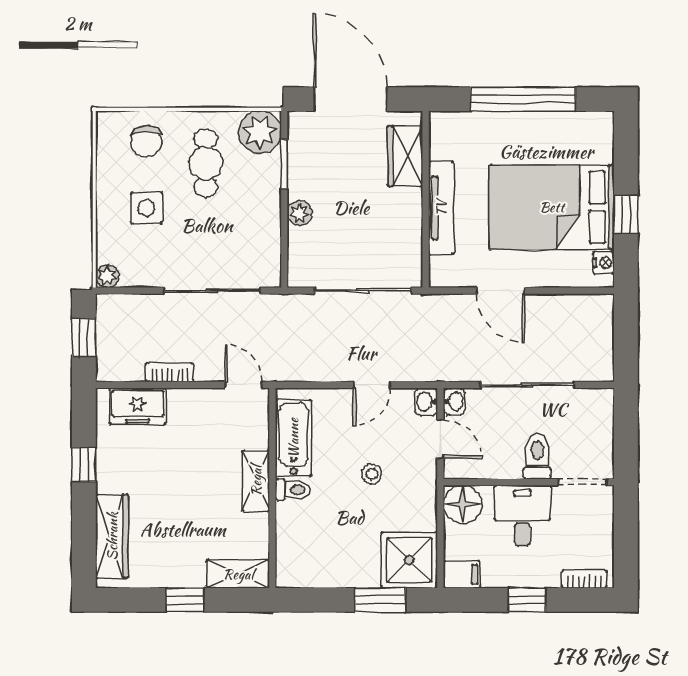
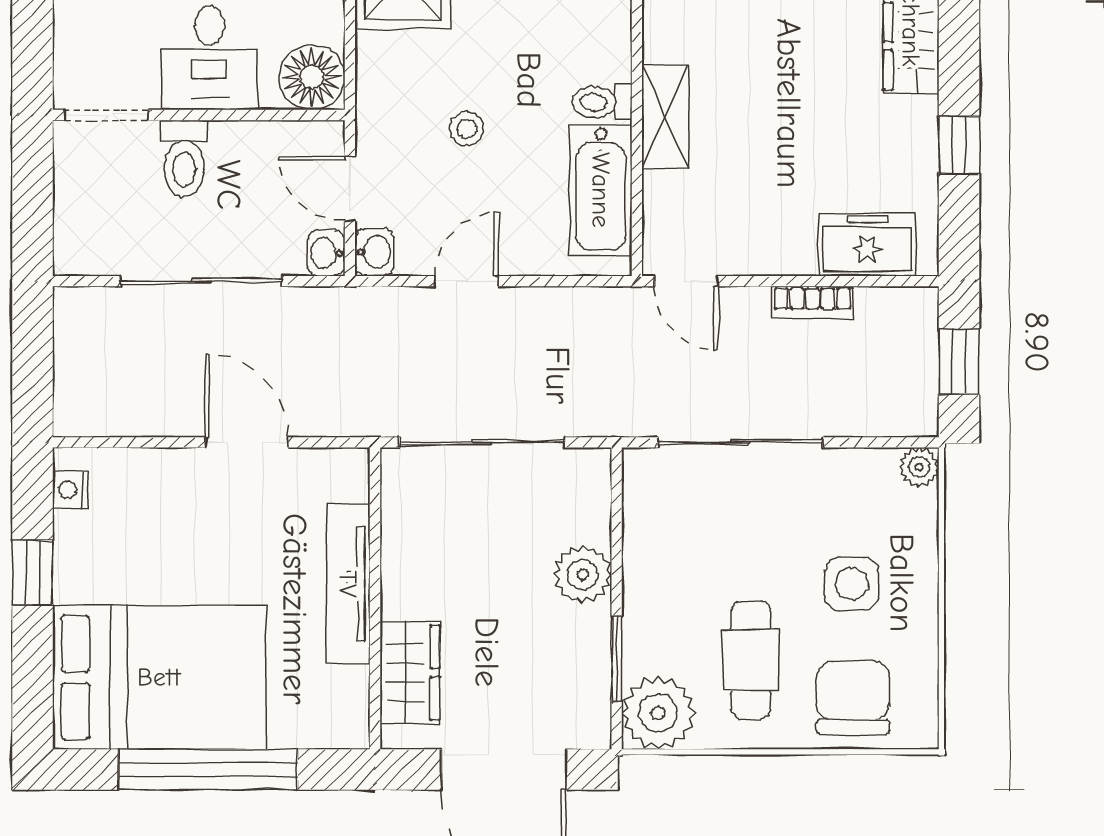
chair: (146, 141) -> (853, 697), width x1.37, depth x1.37
bed: (552, 207) -> (159, 677), moved
plant: (299, 213) -> (583, 575), width x1.38, depth x1.38

